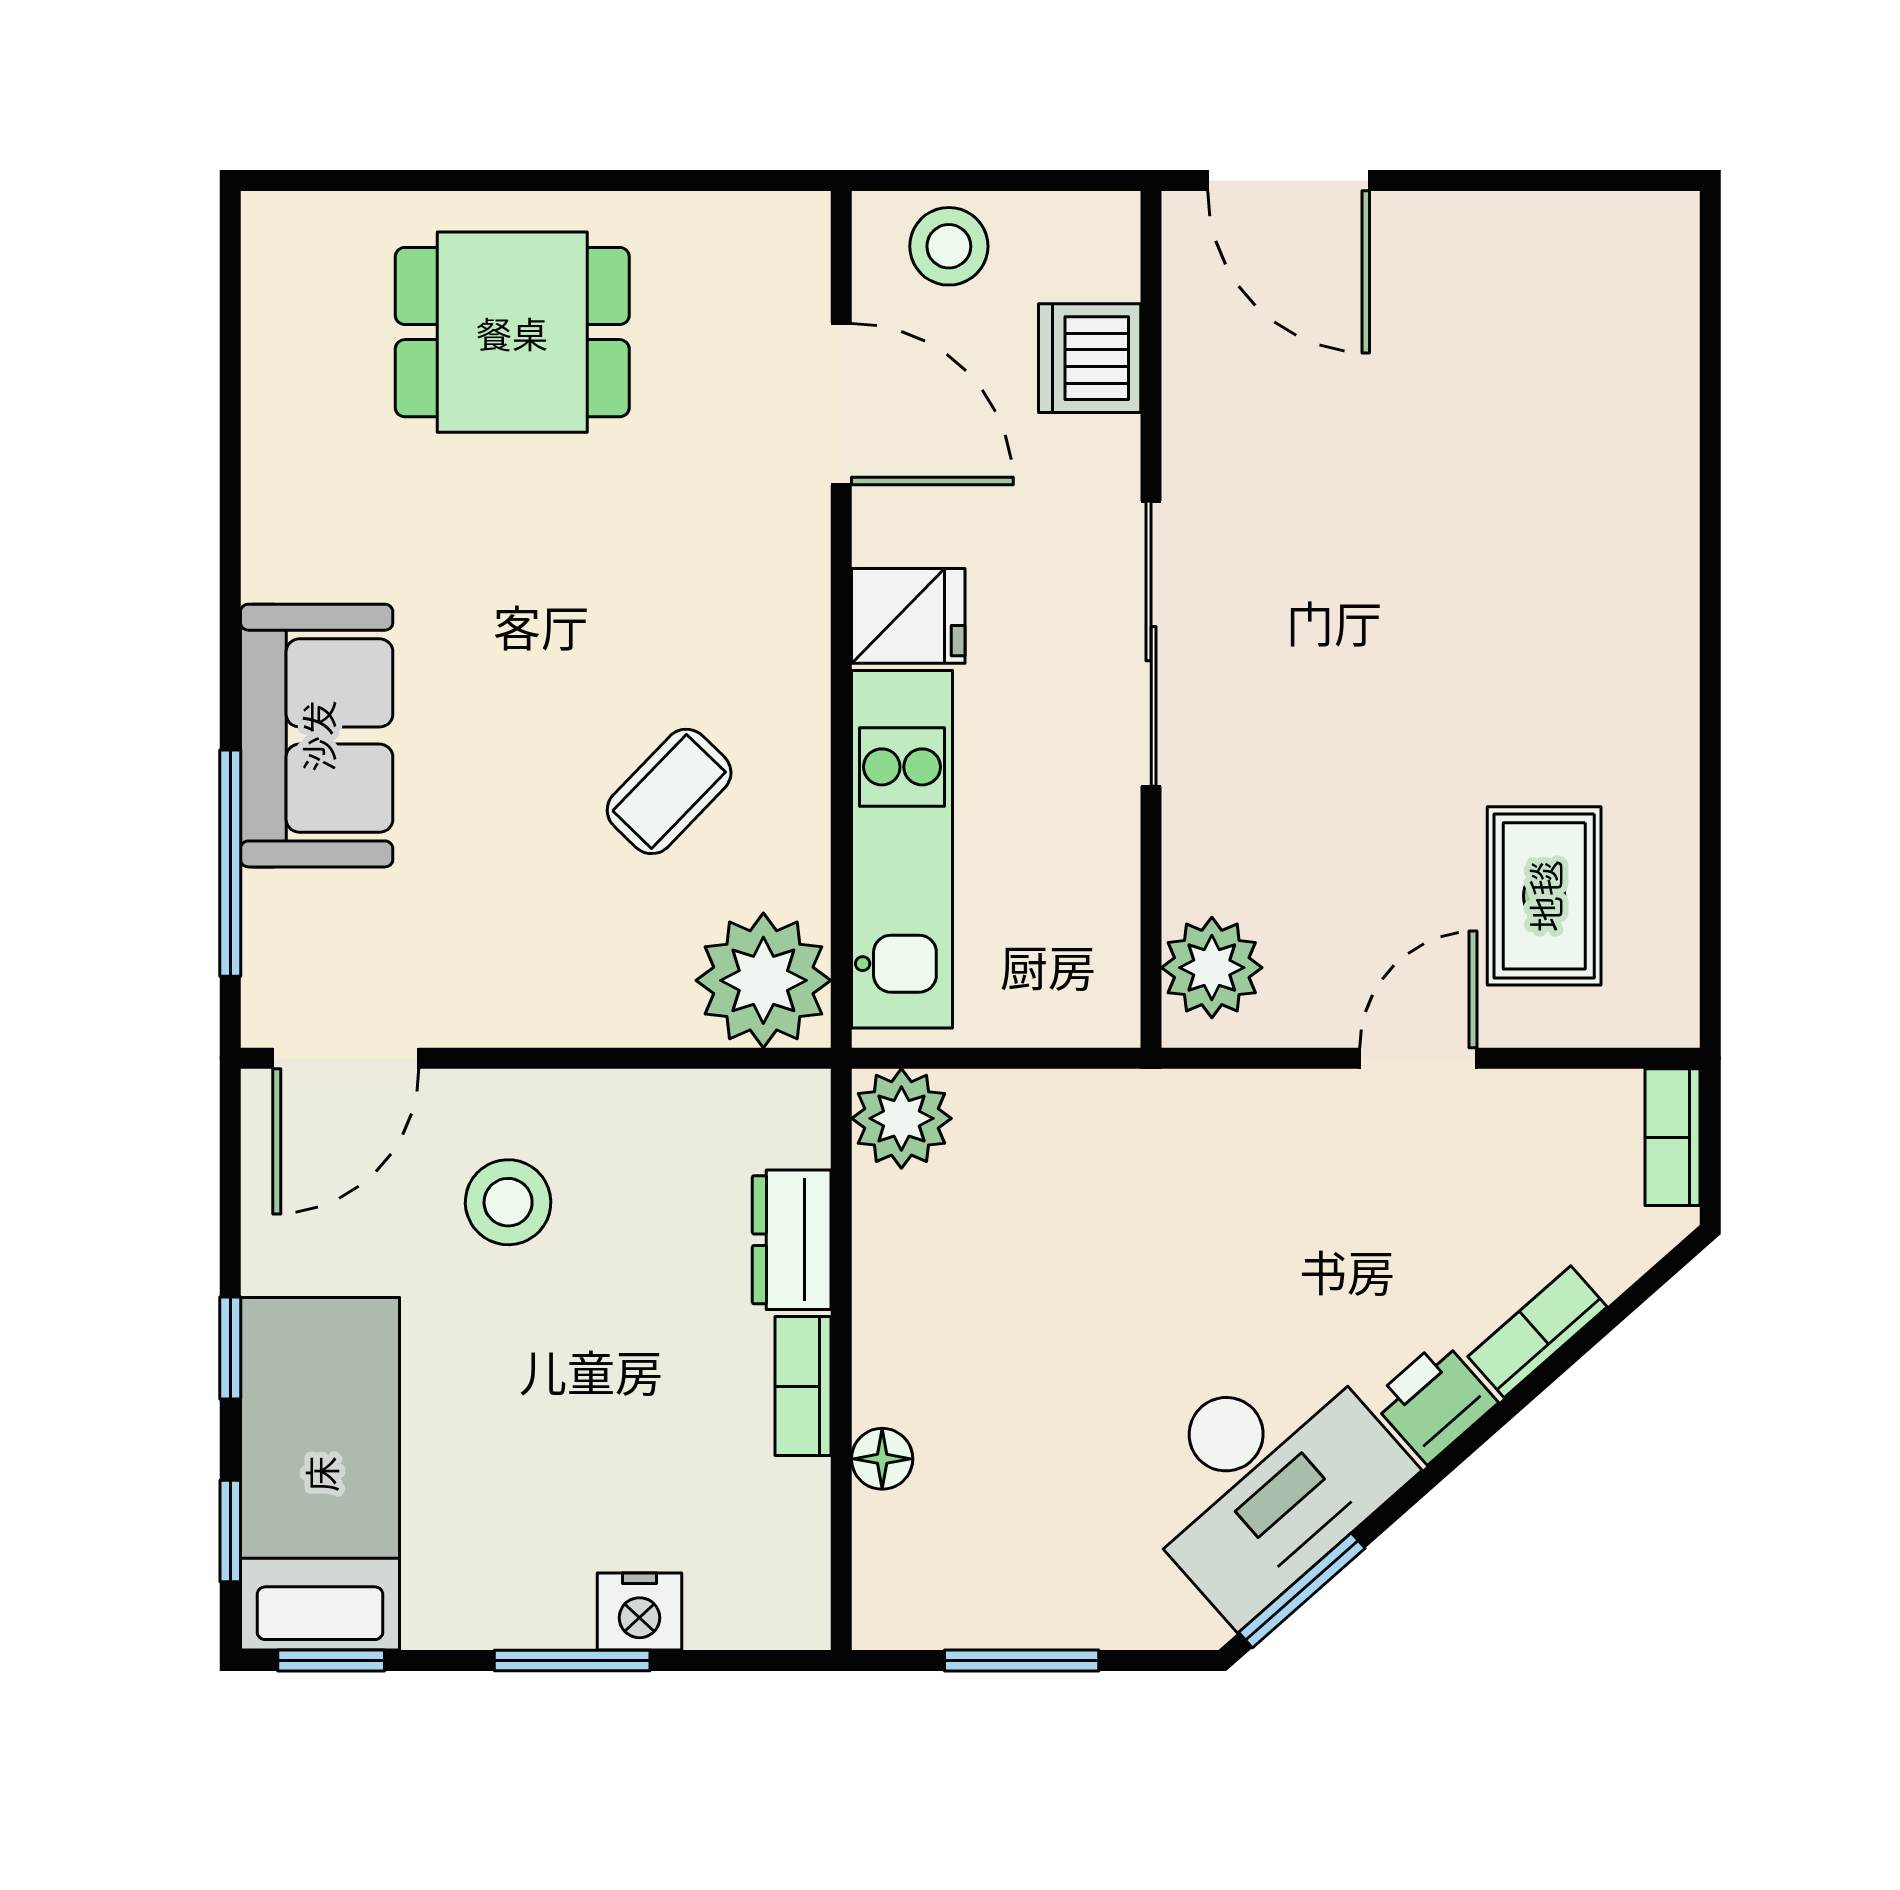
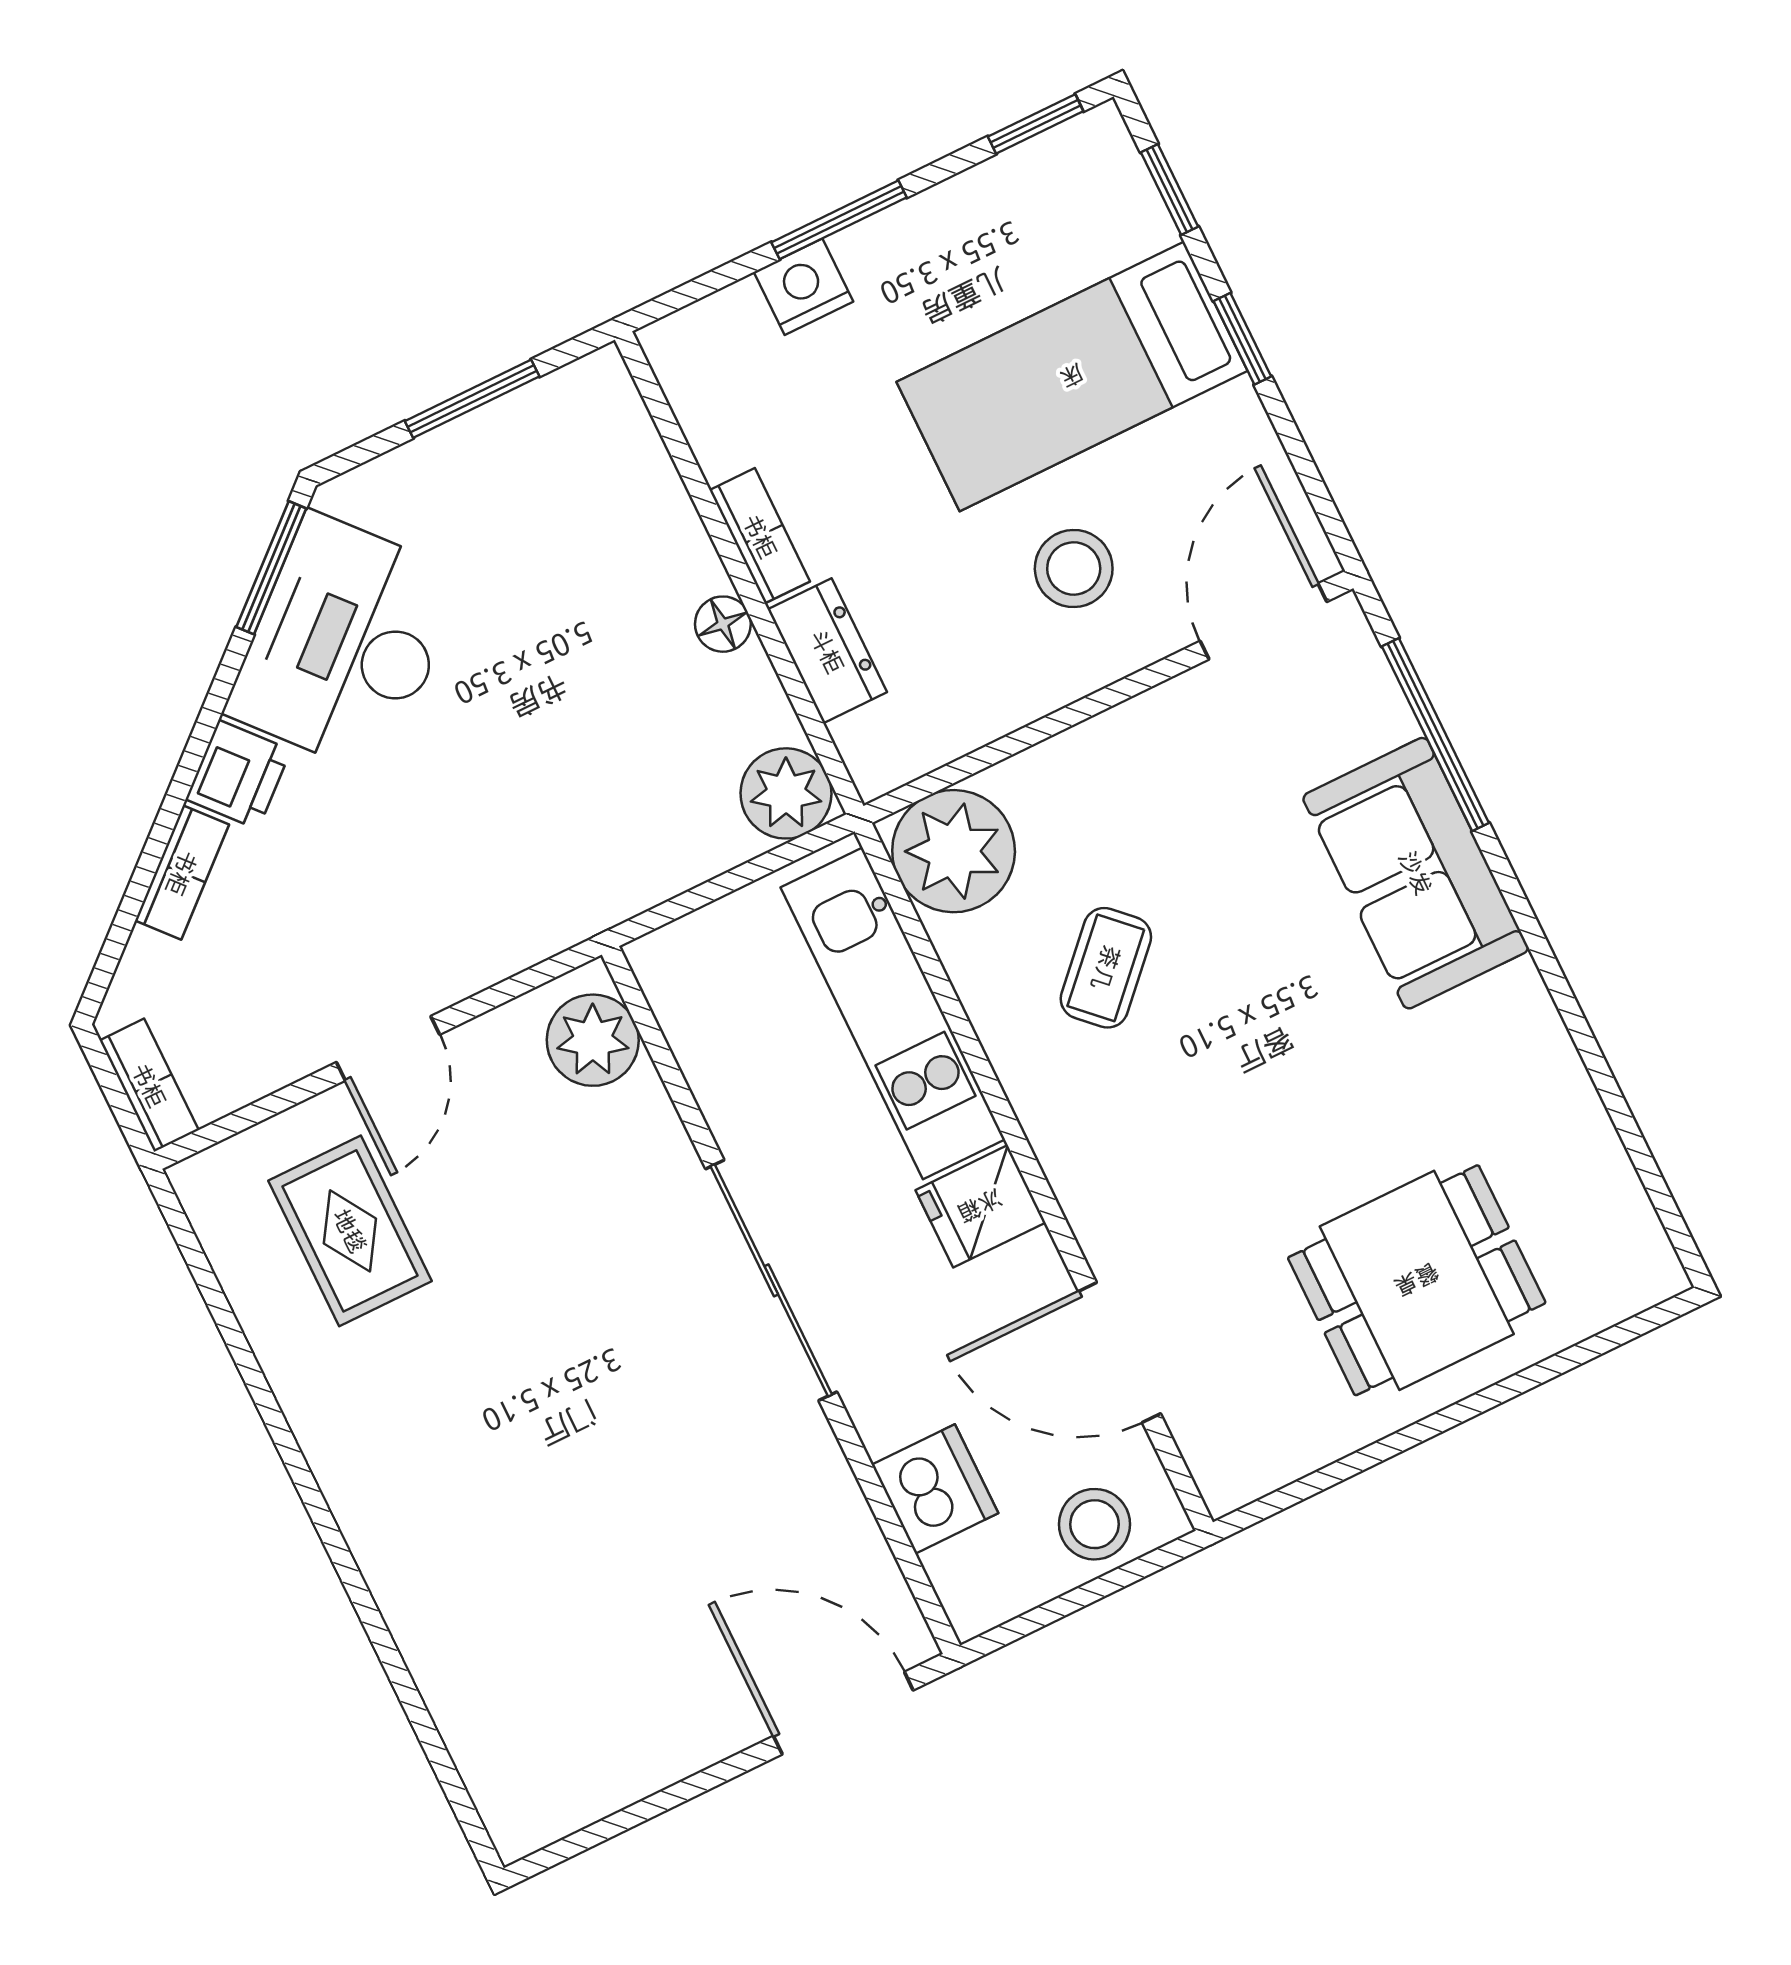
floor lamp: (882, 1459) -> (723, 624), moved
bed: (320, 1474) -> (1072, 376), moved, turned 90

